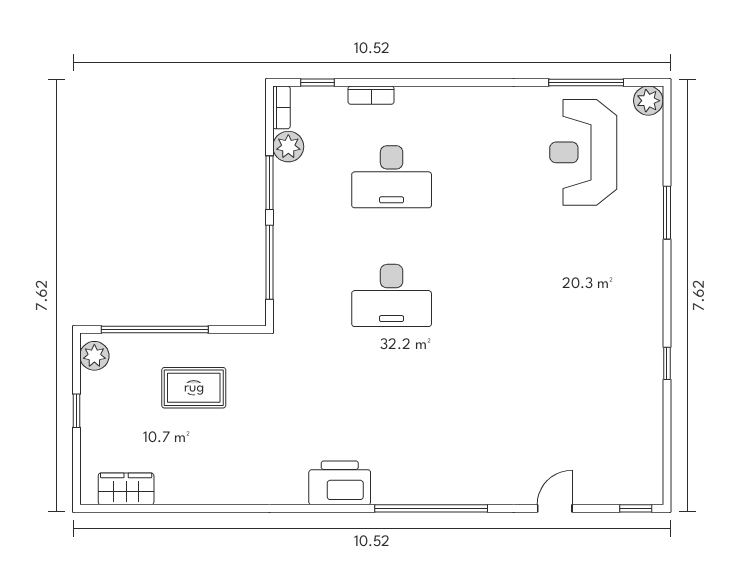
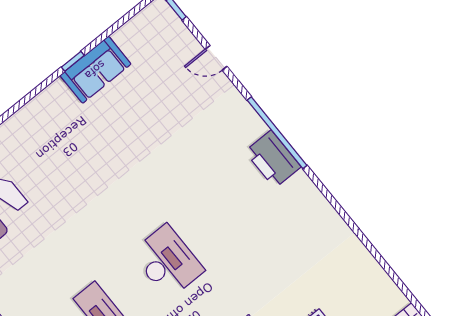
sofa: (640, 379) -> (95, 70), added
printer: (340, 483) -> (273, 159), moved

